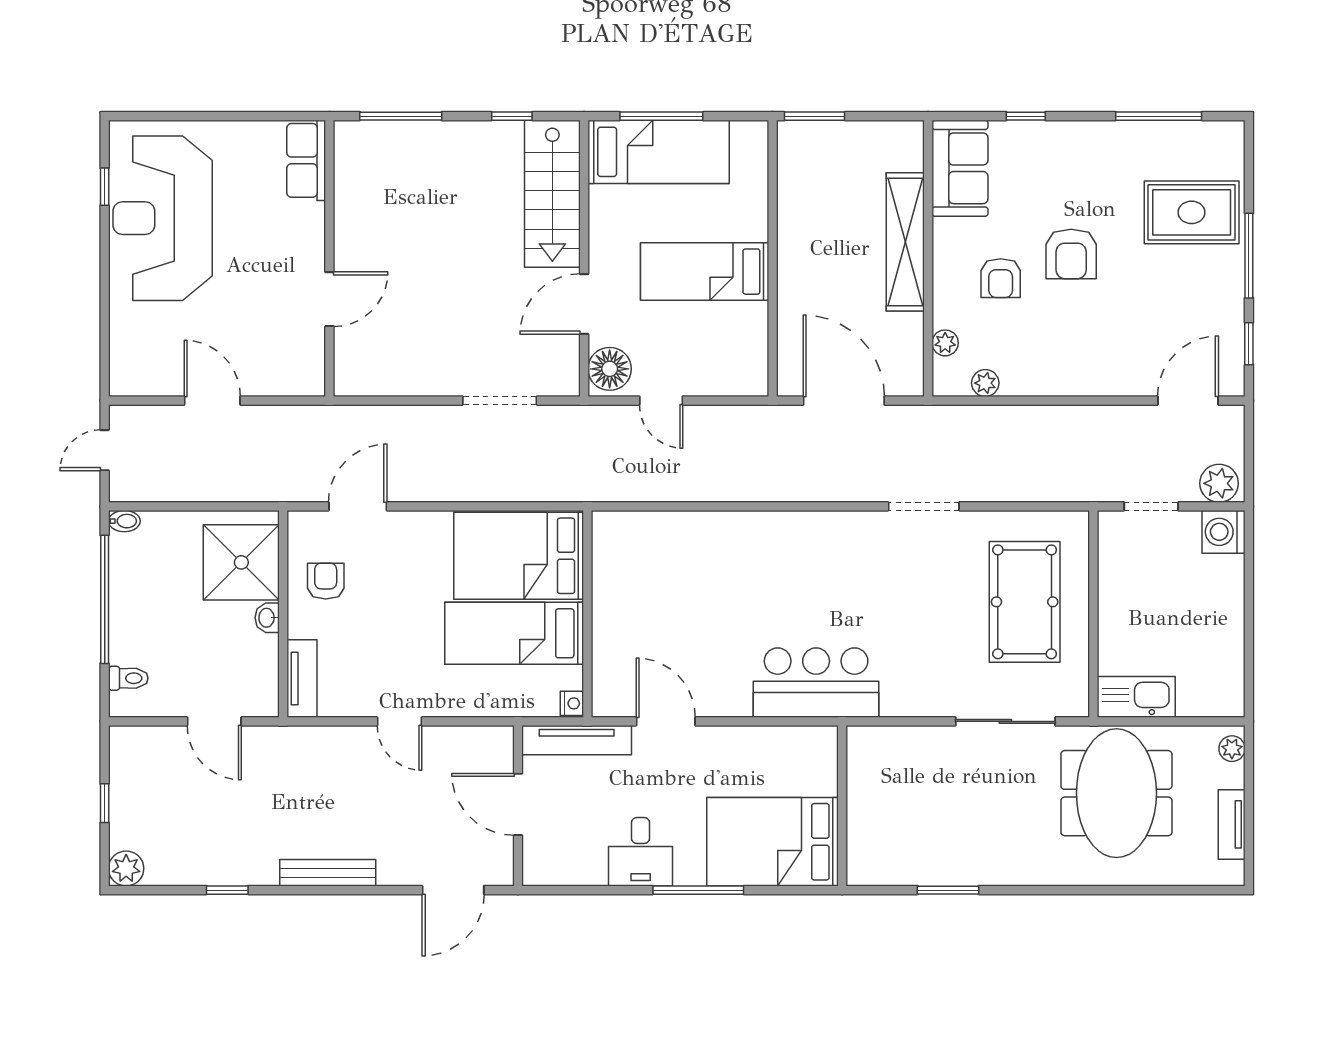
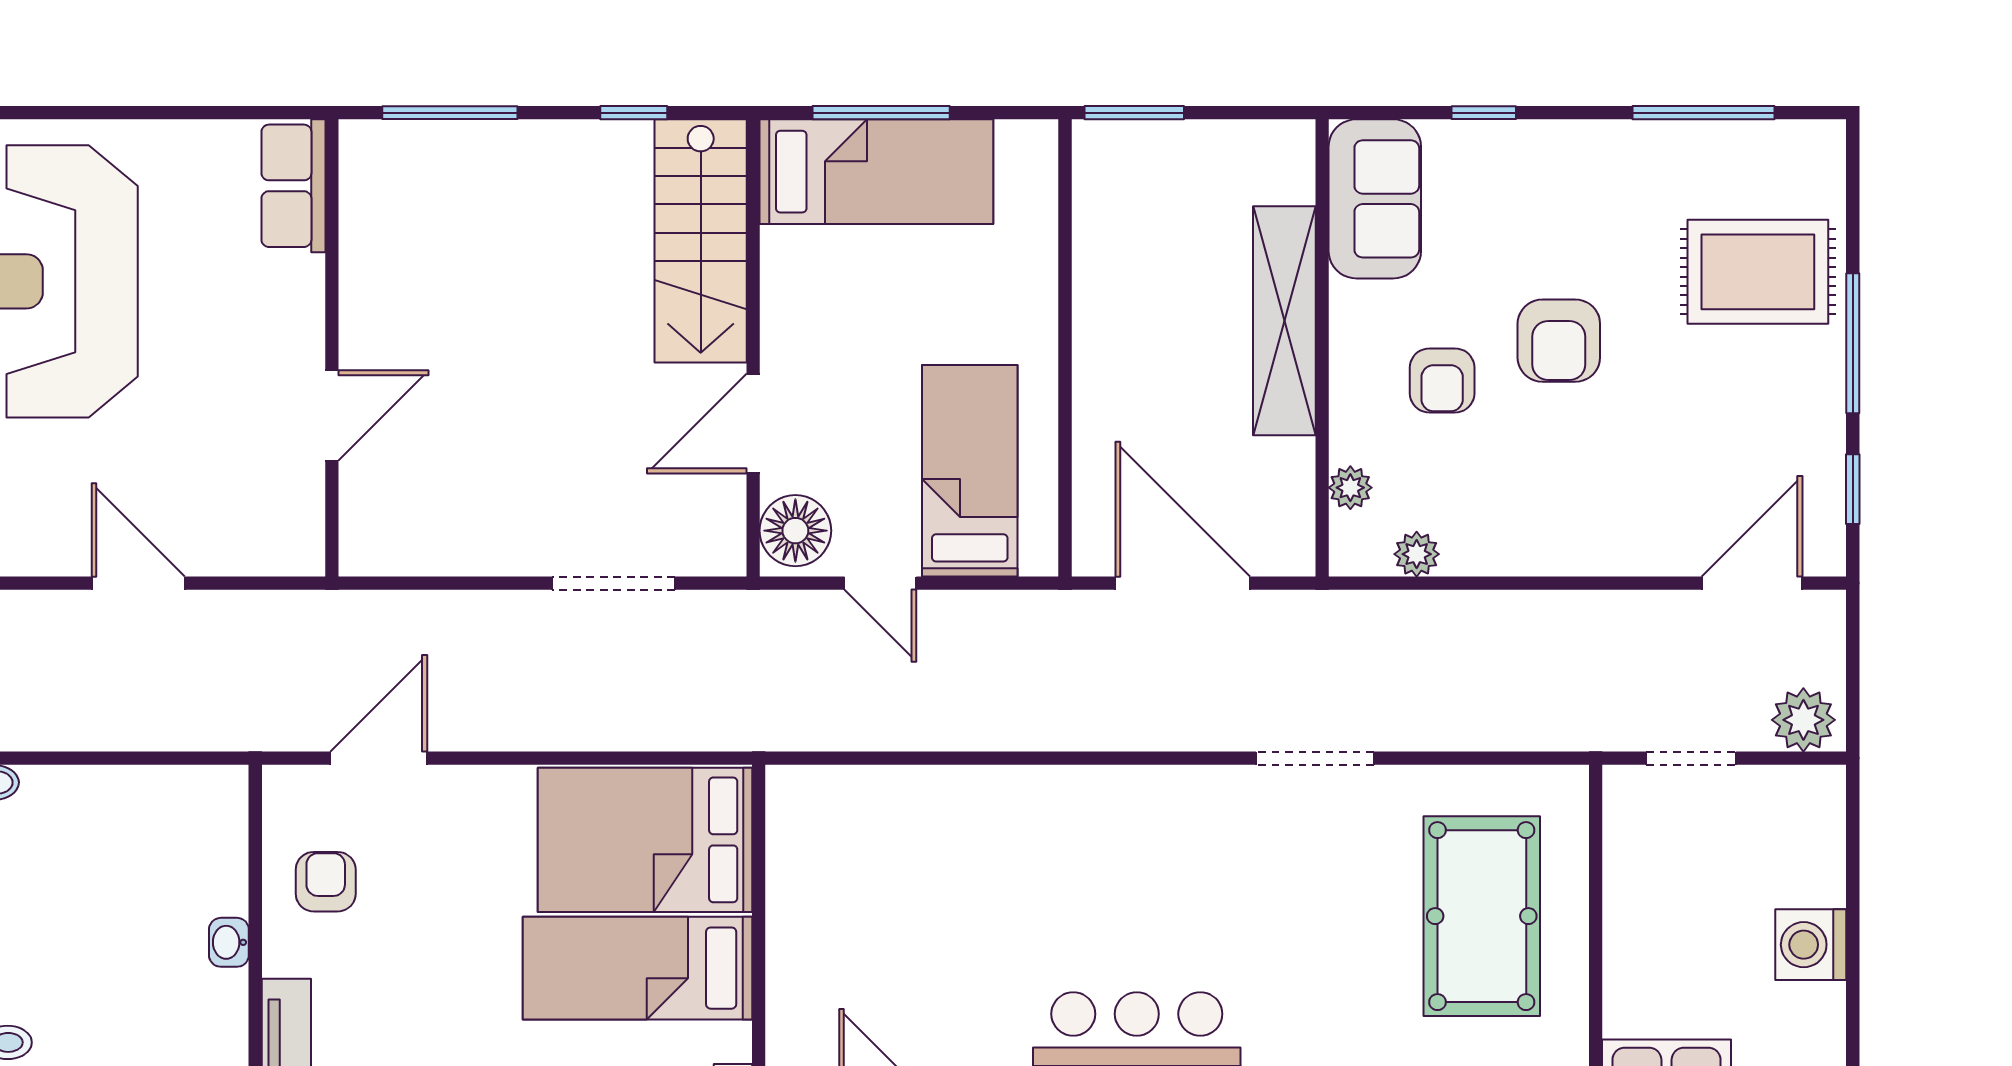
bed: (705, 272) -> (970, 471), moved, turned 90
washing machine: (1223, 532) -> (1811, 945), moved
shower: (241, 562) -> (186, 851), removed

